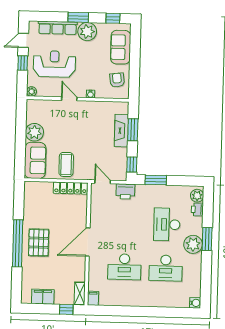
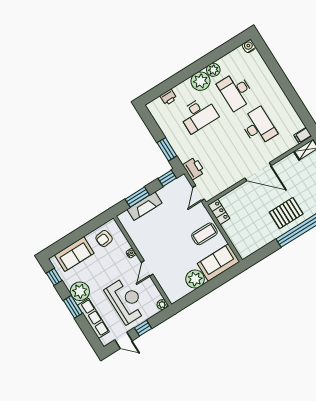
reception desk: (54, 64) -> (126, 301), turned 180
locker: (70, 188) -> (219, 212), width x0.66
plant: (197, 196) -> (213, 70), moved
window: (207, 239) -> (188, 72), removed
desk: (166, 268) -> (236, 91), turned 180

